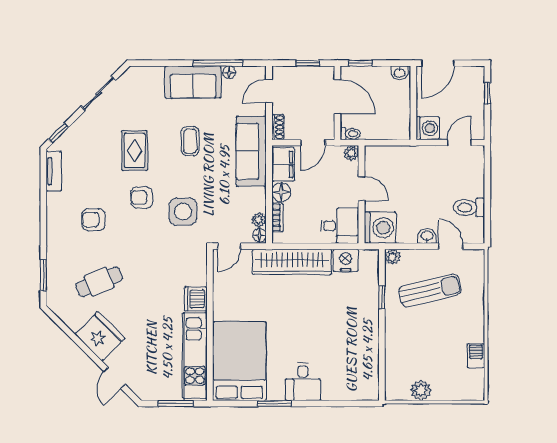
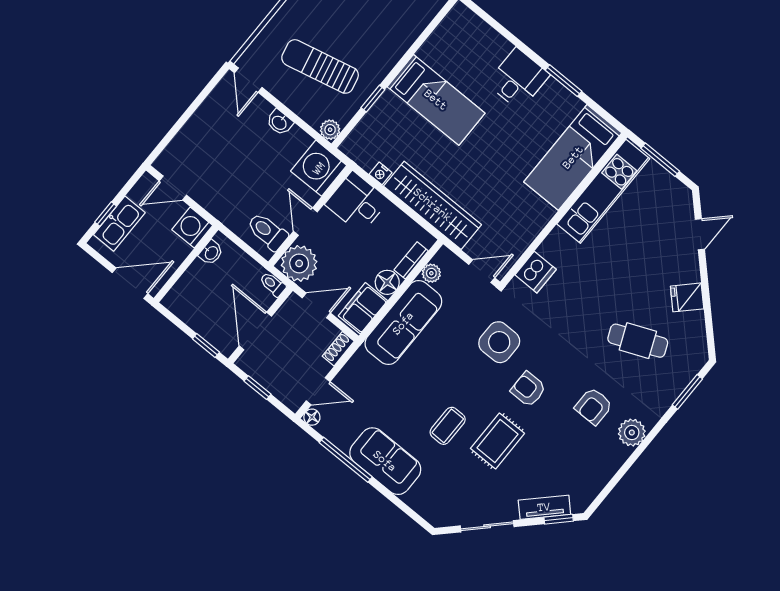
floor lamp: (229, 72) -> (312, 417), moved
washbasin: (399, 73) -> (211, 253), moved, turned 90
kitchen sink: (474, 94) -> (119, 224), added
coffee table: (190, 141) -> (448, 426), moved
sofa: (251, 151) -> (403, 323), moved
plant: (351, 153) -> (299, 263), width x1.87, depth x1.87
tv unit: (54, 171) -> (544, 507), moved, turned 45
armchair: (142, 197) -> (528, 389), turned 180
toilet: (469, 208) -> (267, 232), moved, turned 180
armchair: (93, 220) -> (594, 406), turned 90
plant: (57, 223) -> (632, 433), added
floor lamp: (260, 235) -> (443, 257), removed
door: (451, 246) -> (248, 80), moved
nightstand: (346, 260) -> (381, 173), width x0.53, depth x0.56
dishwasher: (196, 299) -> (536, 272), moved
bed: (343, 328) -> (436, 100), added
fridge: (100, 336) -> (687, 297), width x0.53, depth x0.75
bed: (239, 361) -> (573, 157), width x0.67

